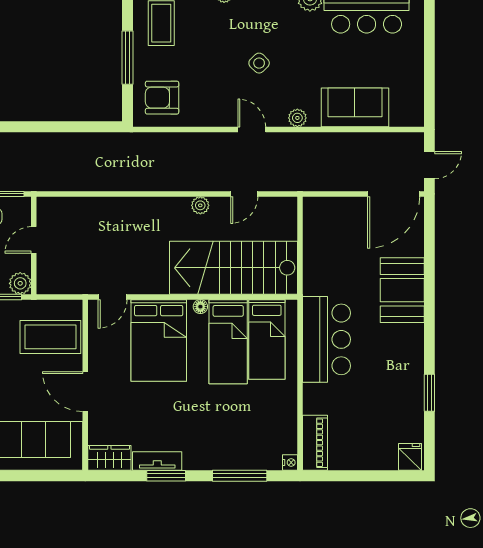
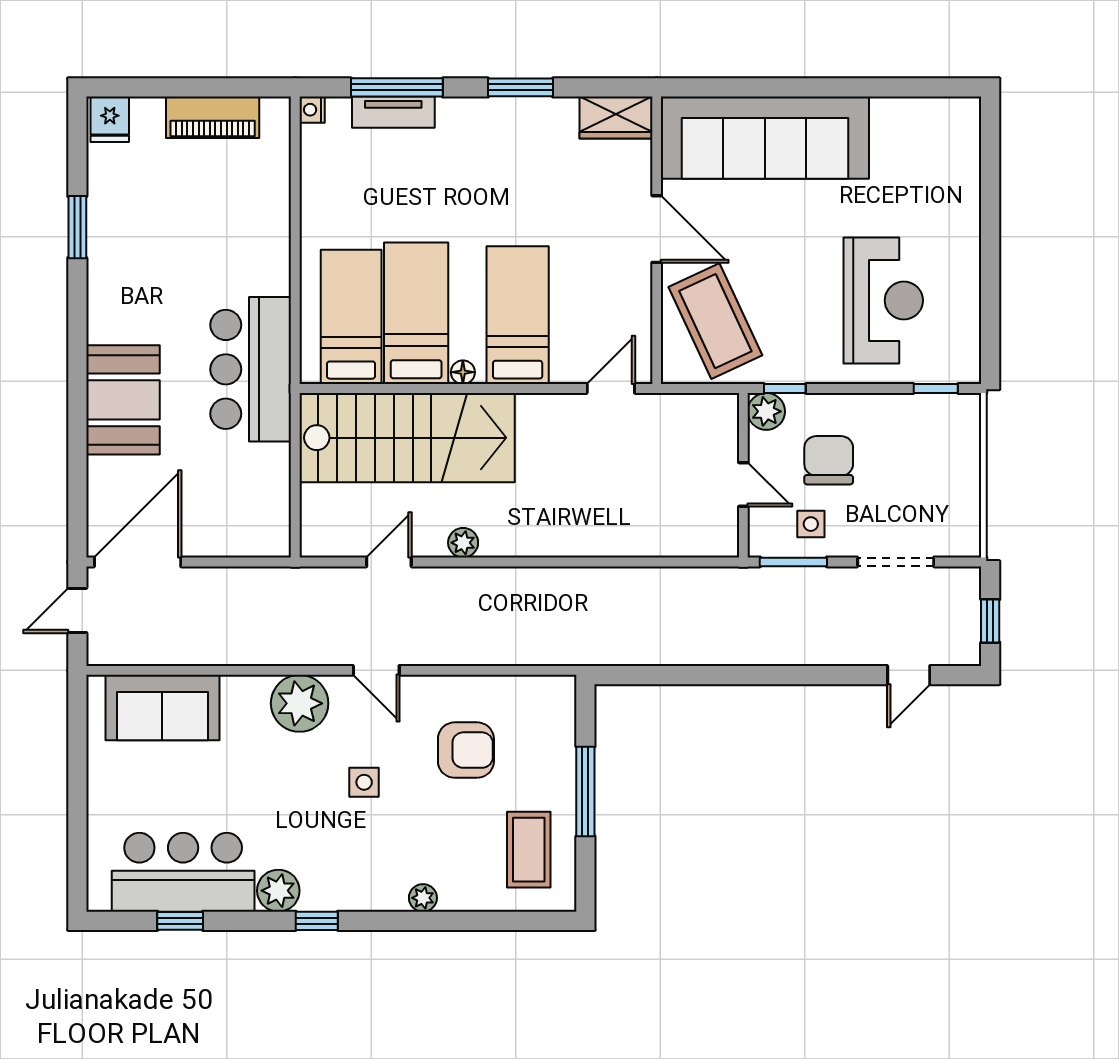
side table: (259, 63) -> (364, 782), turned 45
armchair: (162, 98) -> (466, 750), moved
sofa: (355, 107) -> (162, 708), moved
plant: (297, 118) -> (300, 703), width x1.87, depth x1.87
door: (34, 240) -> (743, 485), hinge flipped
coffee table: (50, 337) -> (715, 321), turned 65
bar counter: (326, 339) -> (251, 369), moved
bed: (159, 340) -> (518, 315), width x0.67
piano: (315, 443) -> (213, 117), moved, turned -90
tv unit: (157, 461) -> (393, 112), moved

